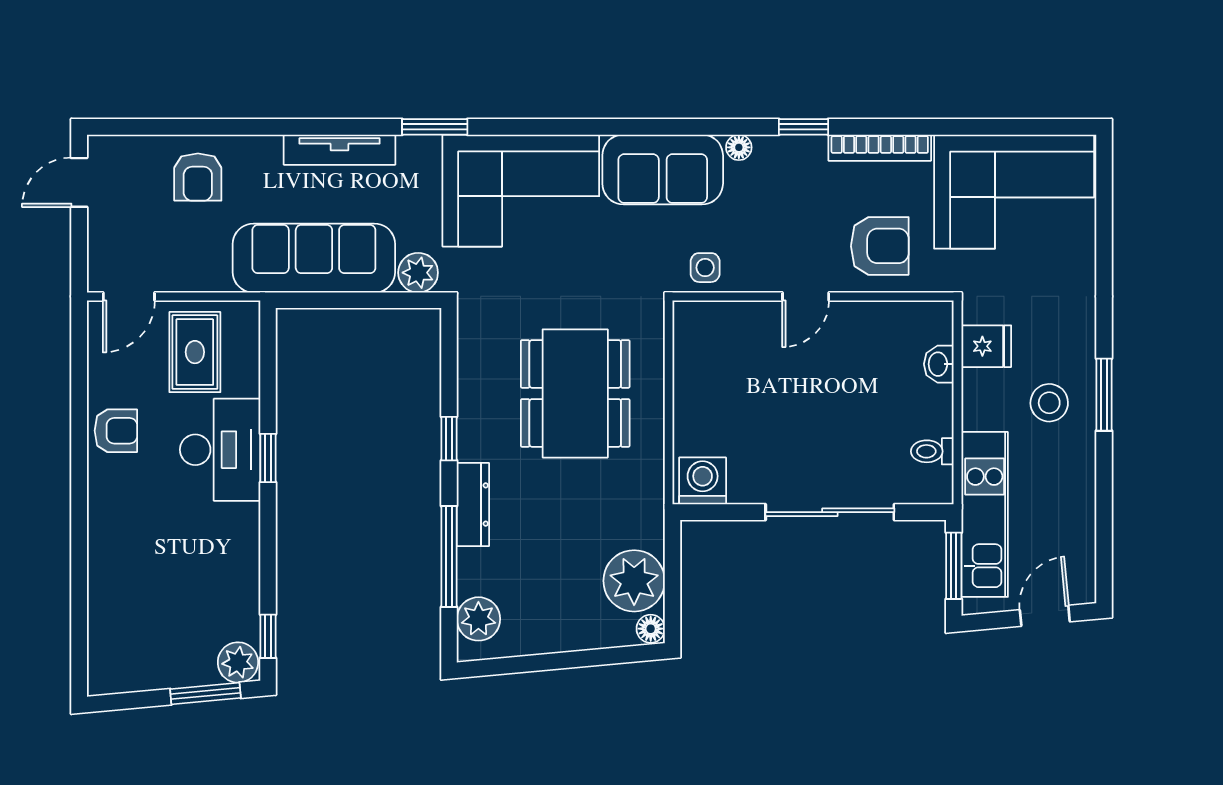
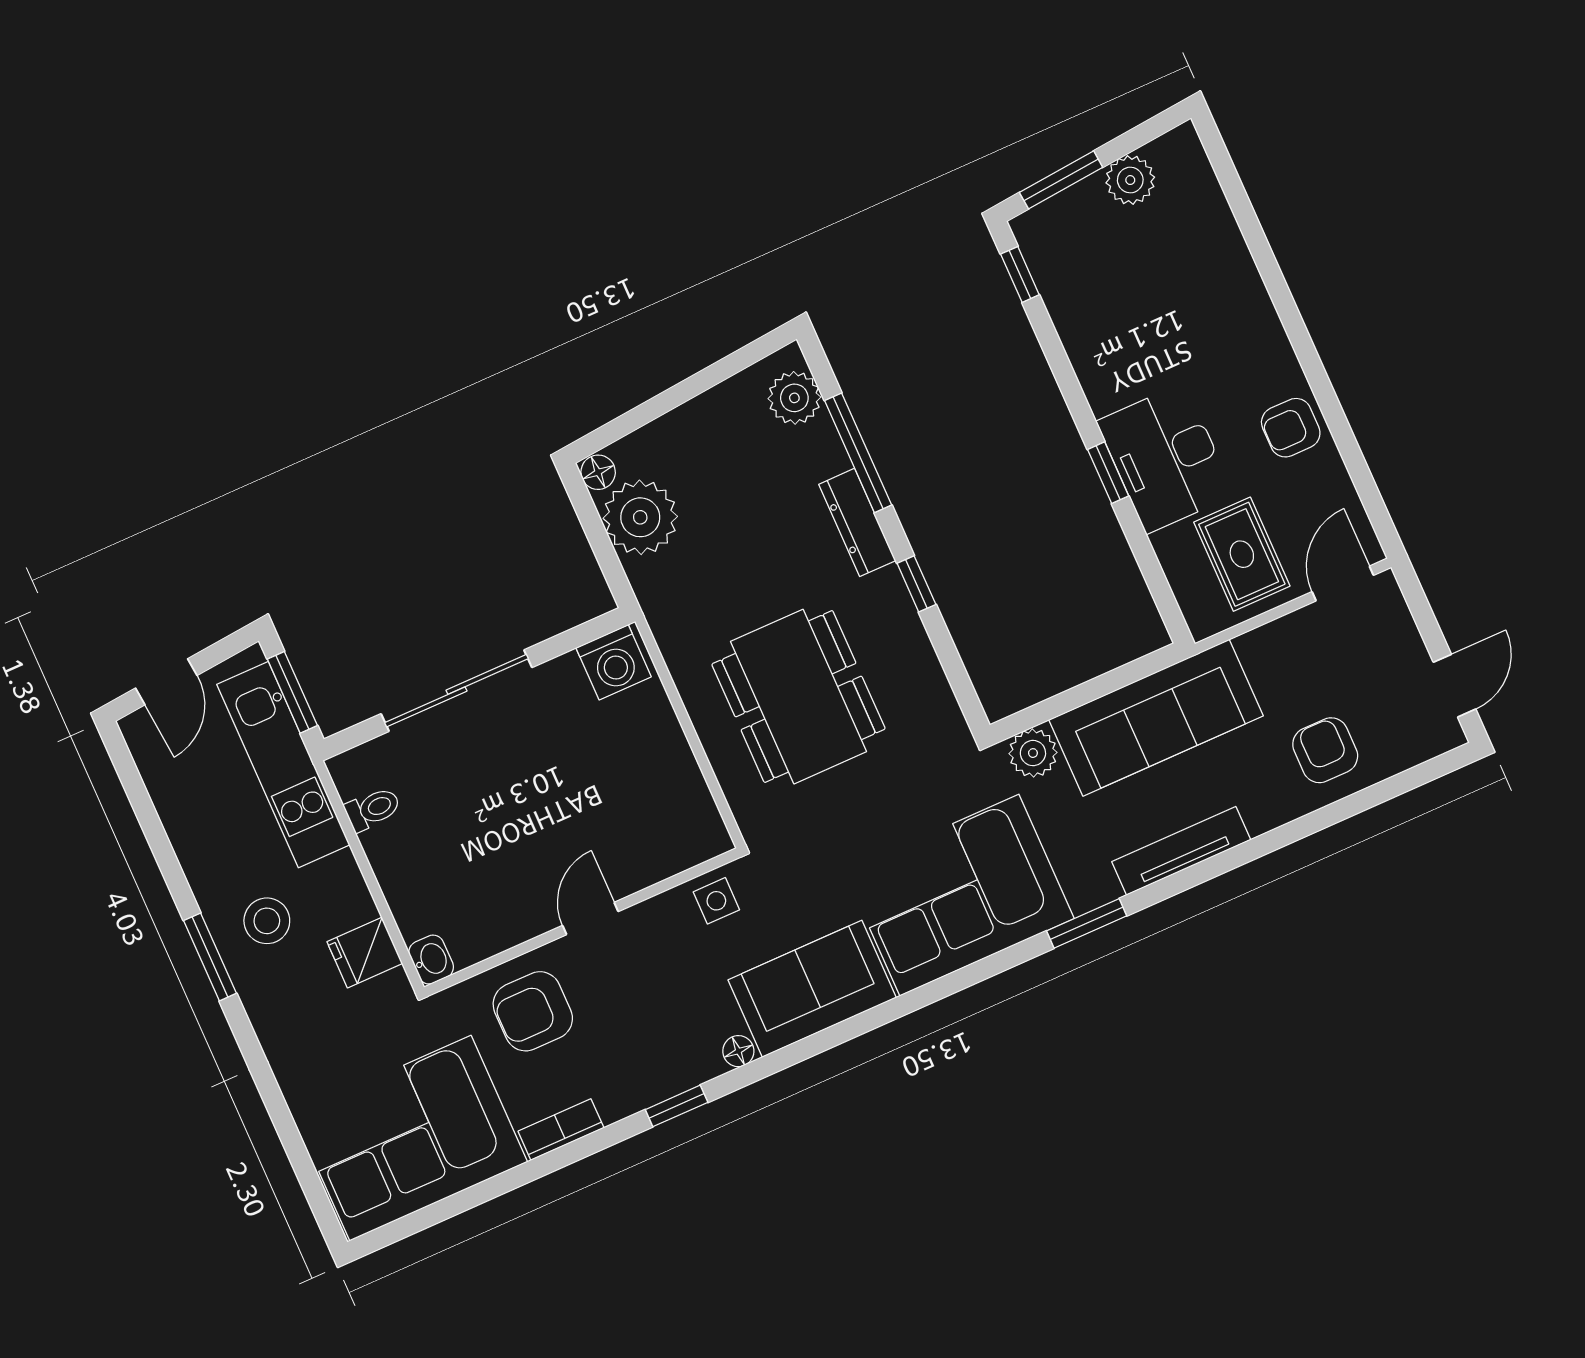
bookcase: (880, 148) -> (561, 1130), width x0.64
washbasin: (939, 364) -> (431, 960), moved
plant: (238, 662) -> (1130, 180), moved

